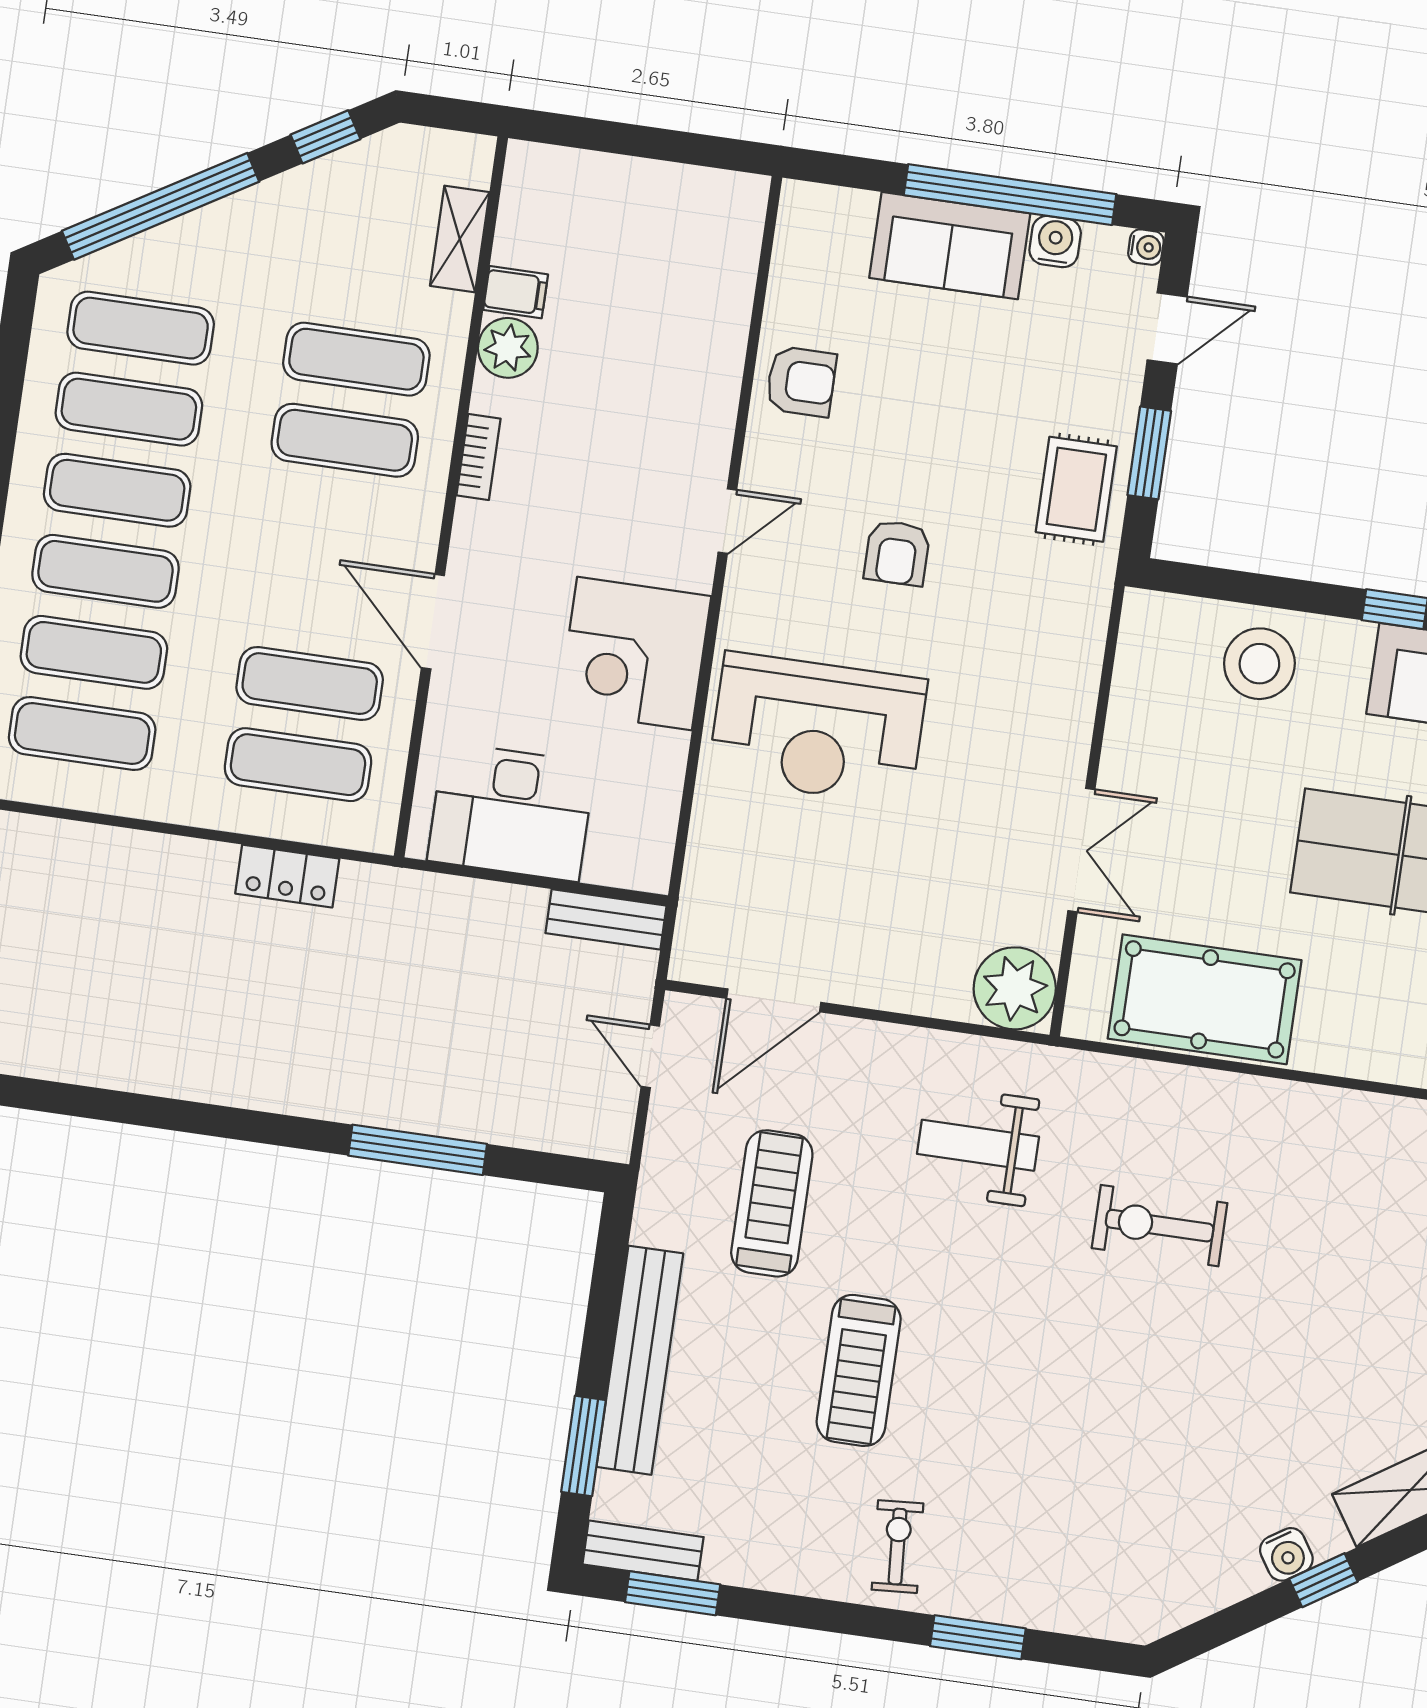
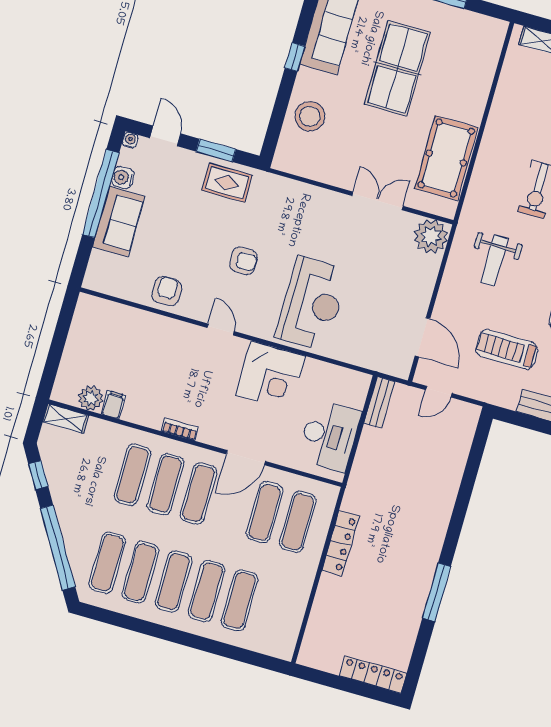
shelving: (460, 239) -> (66, 419), moved
plant: (508, 348) -> (91, 398), moved
exercise mat: (82, 734) -> (199, 494), moved
locker: (287, 876) -> (340, 543), width x1.53
window: (418, 1150) -> (437, 592), moved

